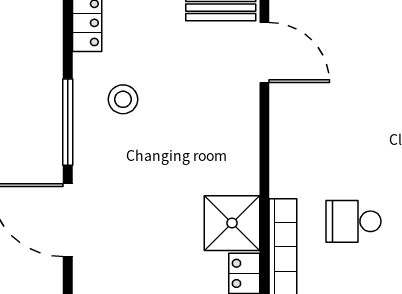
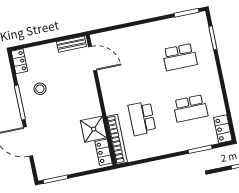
school desk: (353, 221) -> (142, 118), width x1.85

